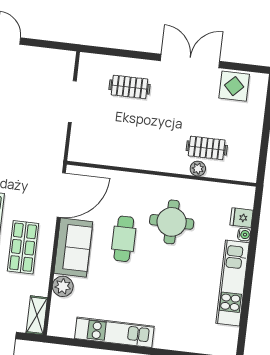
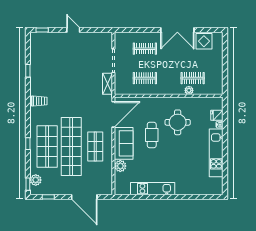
double door: (190, 61) -> (177, 30), swing flipped
clothes rail: (123, 138) -> (145, 78), added
shelving: (37, 315) -> (108, 84), moved

